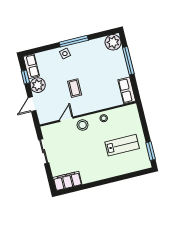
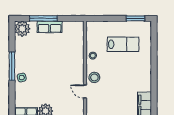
coffee table: (75, 88) -> (57, 76), removed
row of seats: (127, 90) -> (50, 27), moved
lab bench: (122, 145) -> (123, 44), turned 90

